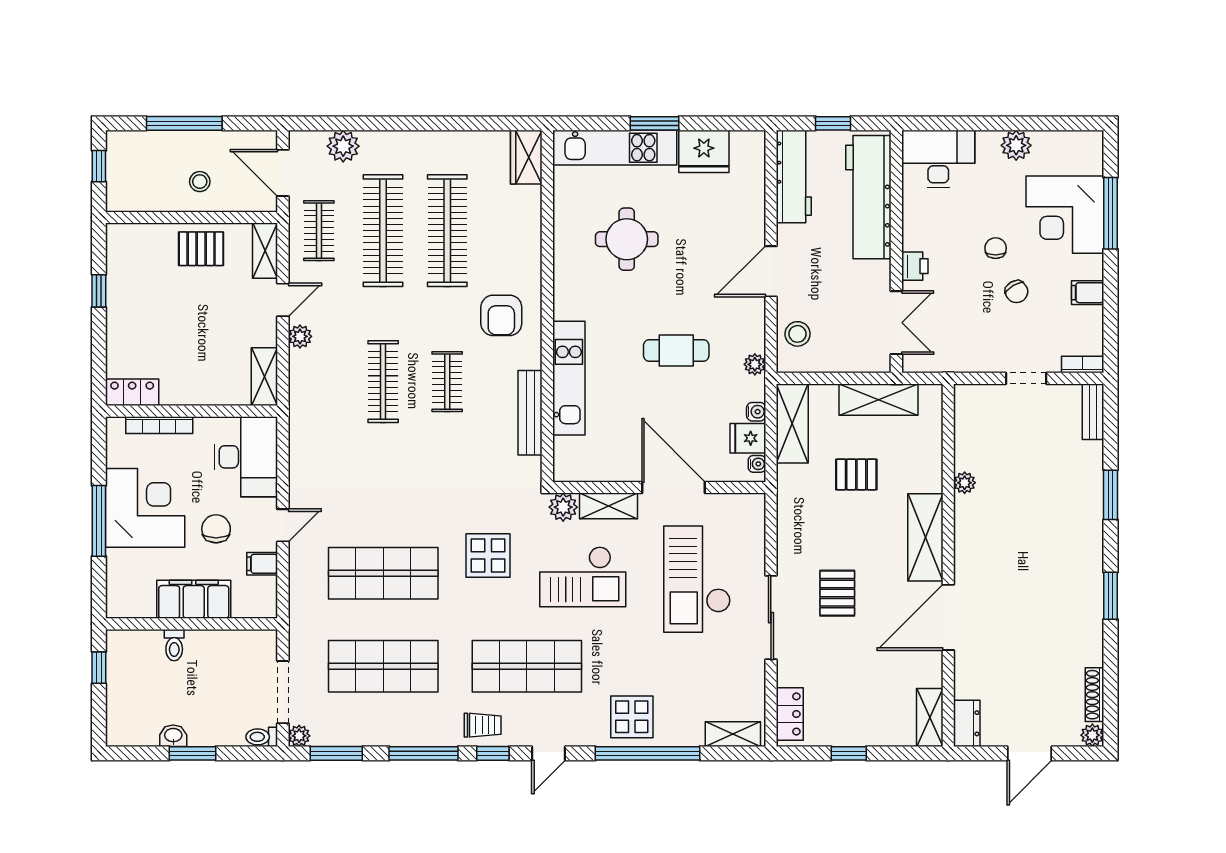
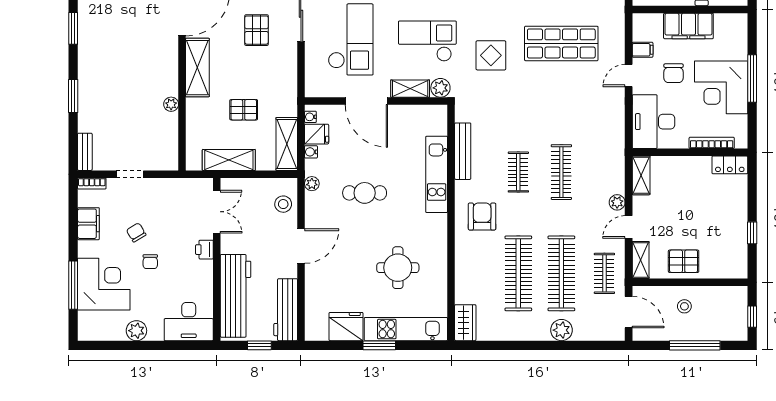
plant: (343, 146) -> (561, 330), moved
filing cabinet: (1088, 293) -> (88, 224), width x2.00
double door: (896, 323) -> (217, 212), swing flipped

